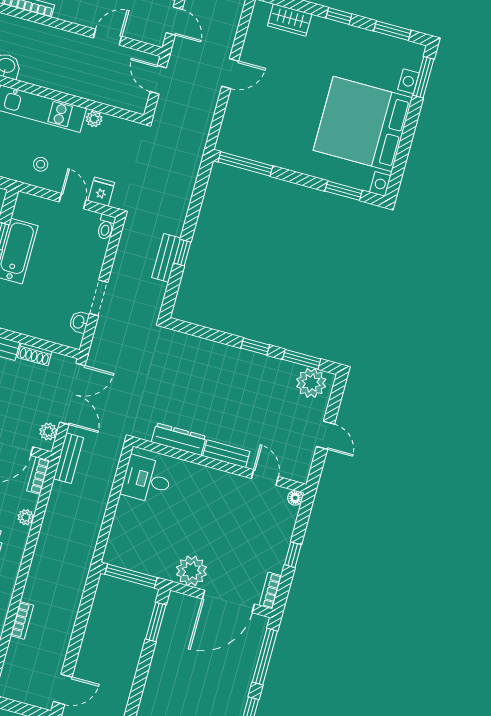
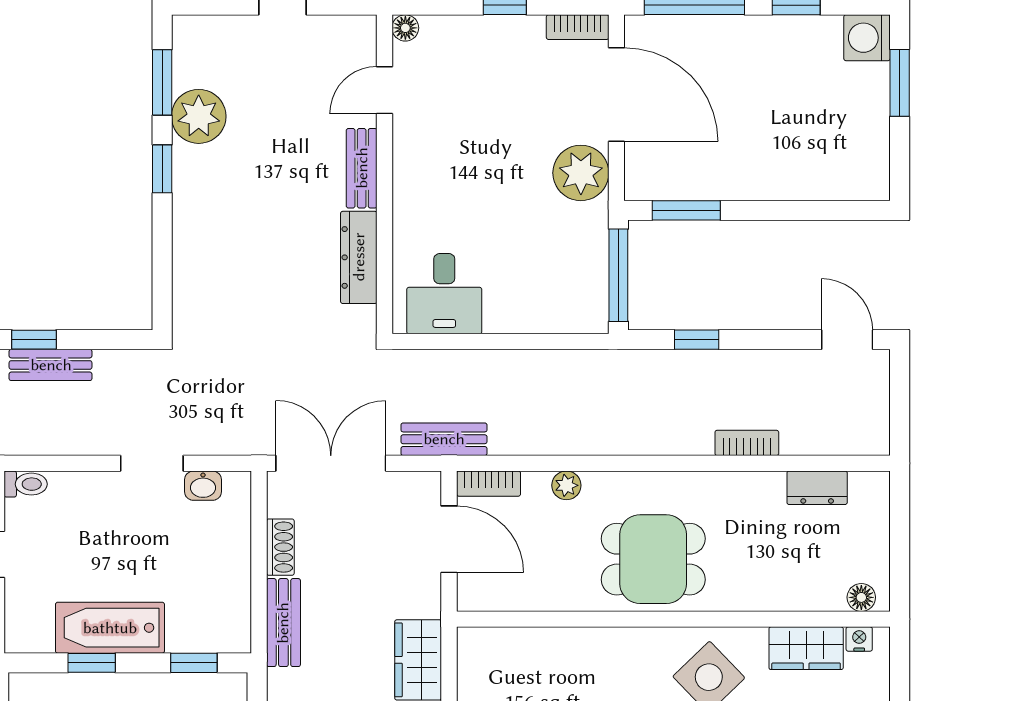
plant: (311, 383) -> (199, 116), moved
plant: (48, 432) -> (407, 487), removed
window: (85, 609) -> (697, 340), added

